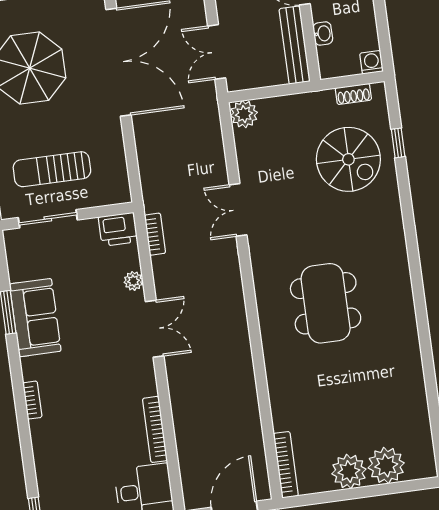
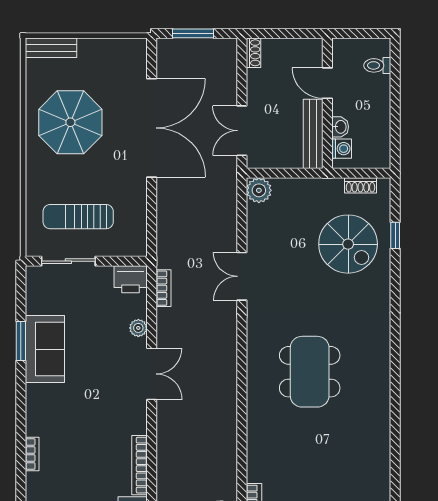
washing machine: (372, 62) -> (342, 149), moved, turned 90
bookcase: (32, 400) -> (32, 454), moved

